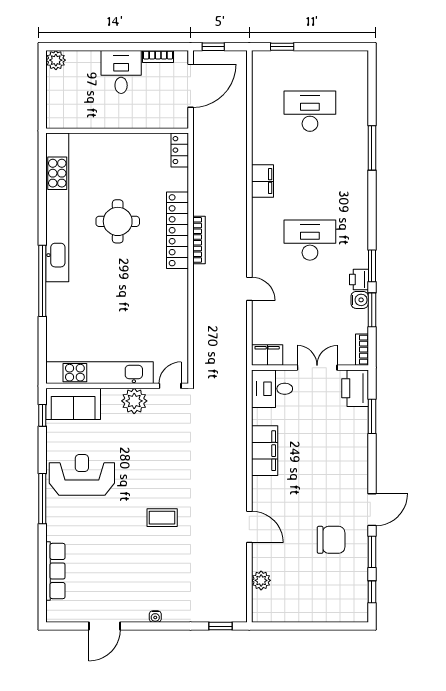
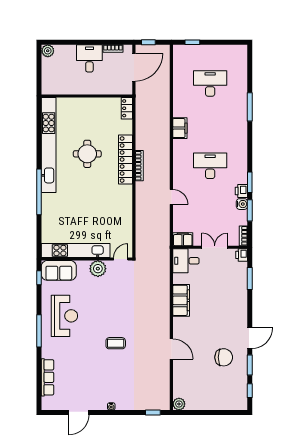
printer: (355, 388) -> (242, 255), width x0.53, depth x0.68
reception desk: (82, 475) -> (64, 316), turned 90
plant: (261, 580) -> (179, 404), moved

